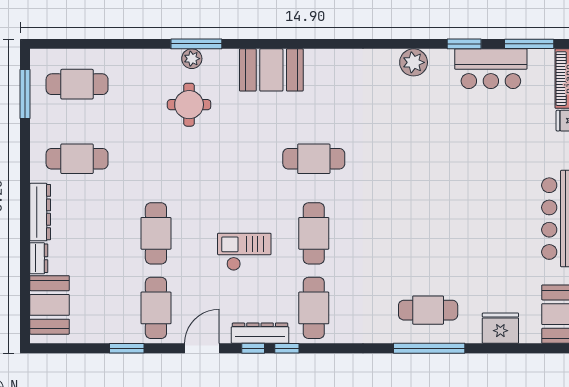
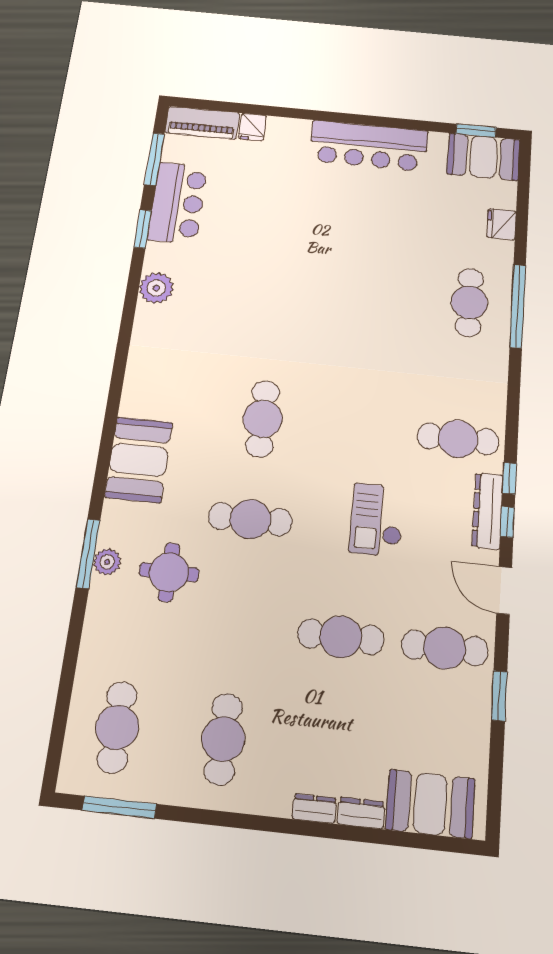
dresser: (40, 212) -> (314, 809), width x0.51, depth x0.80
cafe table: (314, 233) -> (250, 519), moved
fridge: (500, 328) -> (502, 224), width x0.73, depth x0.75

